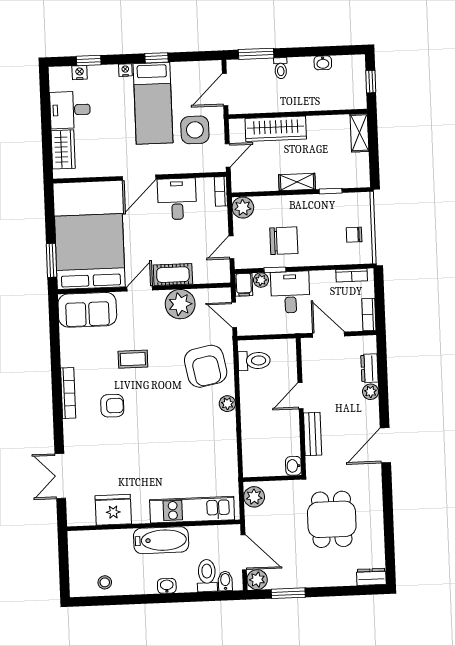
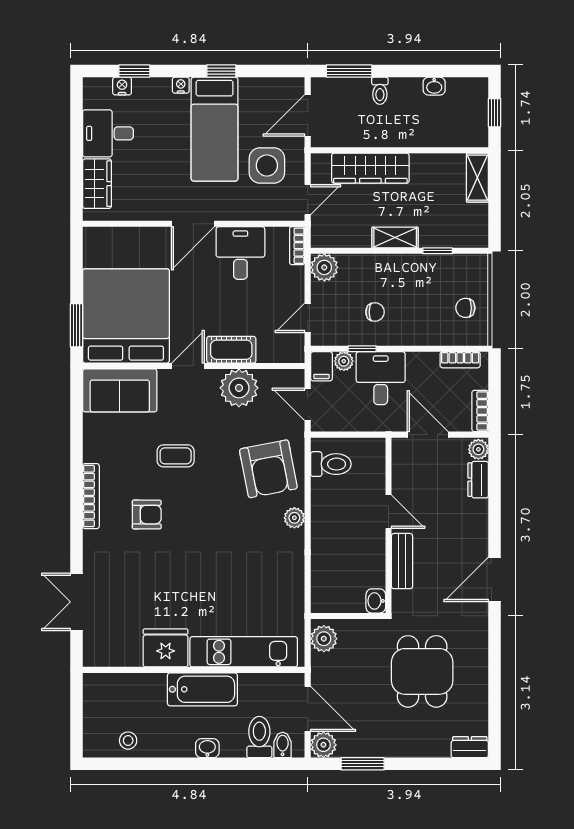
chair: (284, 241) -> (375, 312), width x0.54, depth x0.54
plant: (371, 392) -> (478, 449), moved
door: (301, 396) -> (388, 512), swing flipped
fridge: (113, 510) -> (166, 648), moved

